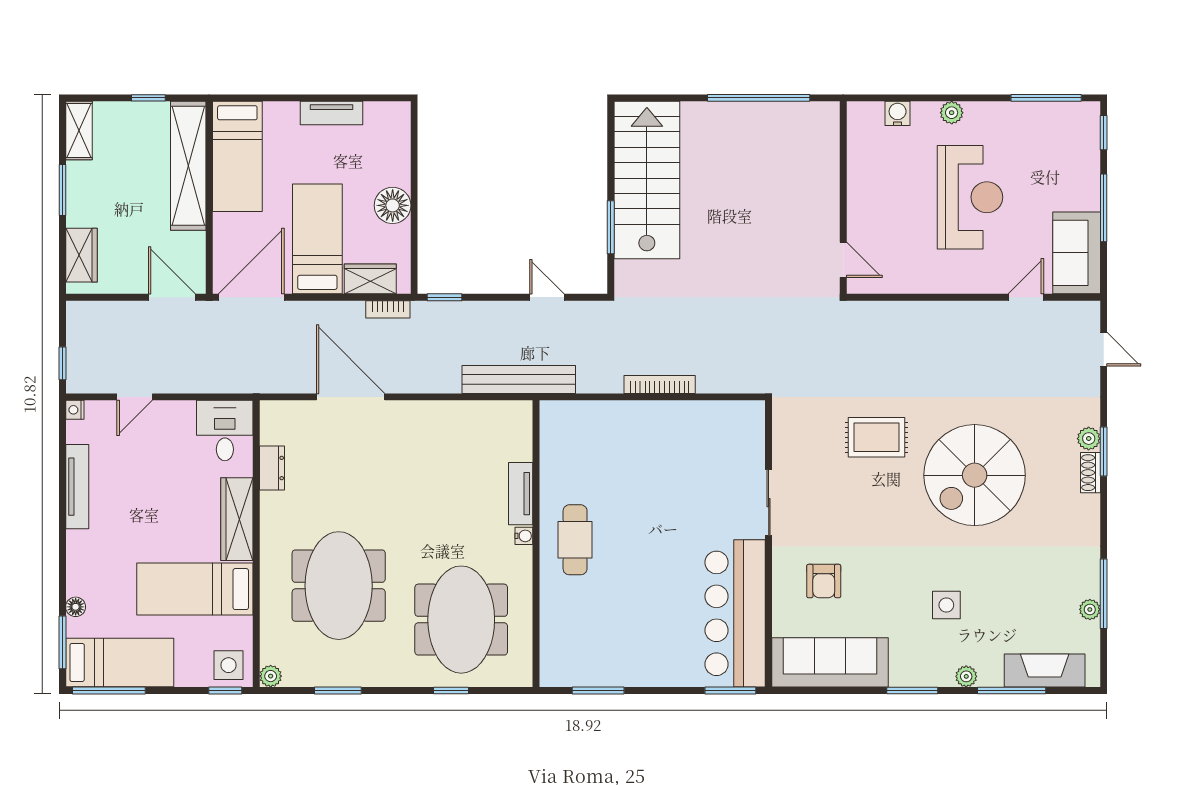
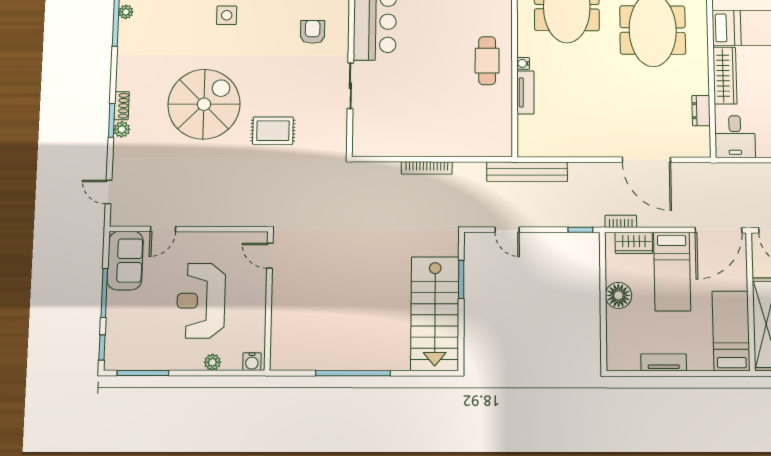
wall: (843, 198) -> (269, 301), moved
door: (843, 260) -> (270, 256), moved

